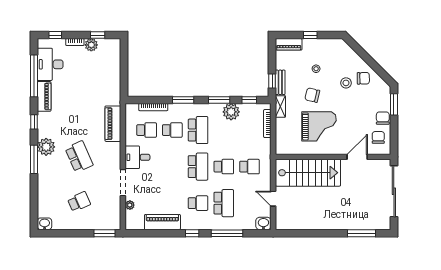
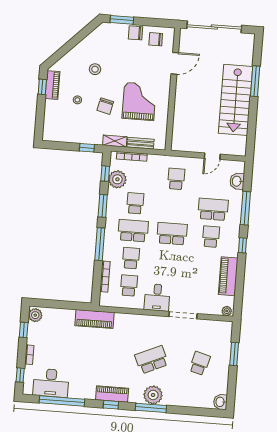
window: (310, 35) -> (42, 87), moved
piano: (289, 44) -> (52, 85), moved
plant: (91, 45) -> (35, 315), moved
chair: (363, 78) -> (91, 50), removed
bench: (280, 82) -> (141, 143), moved
piano: (44, 96) -> (112, 394), moved
window: (183, 100) -> (100, 244), width x1.44
plant: (231, 112) -> (117, 179), moved
piano: (113, 124) -> (94, 319), moved
plant: (46, 147) -> (153, 395), moved
door: (357, 157) -> (175, 63), swing flipped
school desk: (224, 167) -> (135, 203), moved
stairs: (308, 173) -> (236, 100), moved, turned 180
school desk: (79, 202) -> (200, 363), turned 39
plant: (130, 205) -> (227, 311), moved
washbasin: (263, 223) -> (237, 181), moved
window: (105, 233) -> (234, 354), moved
window: (361, 233) -> (255, 81), moved

